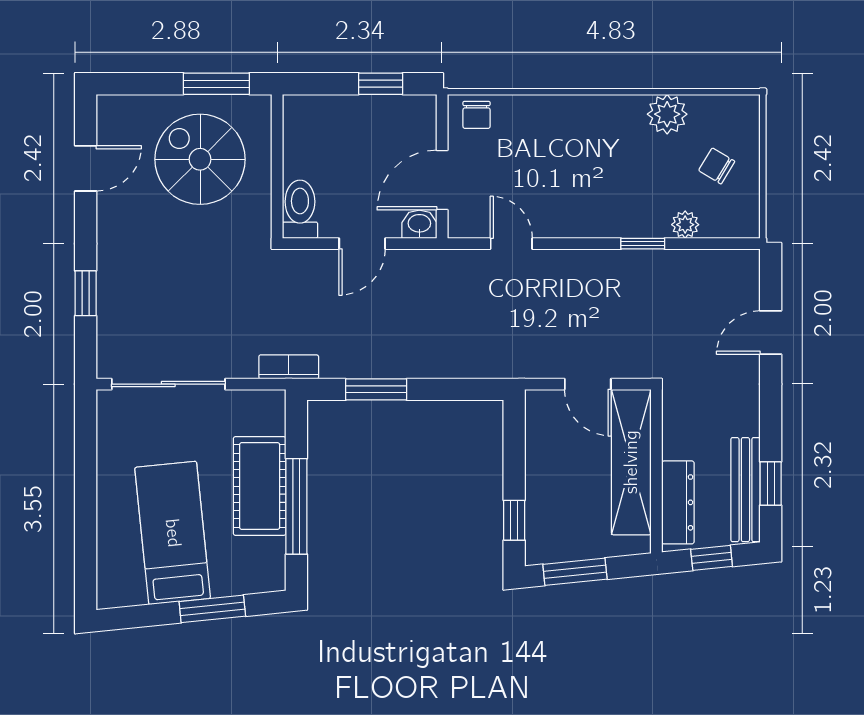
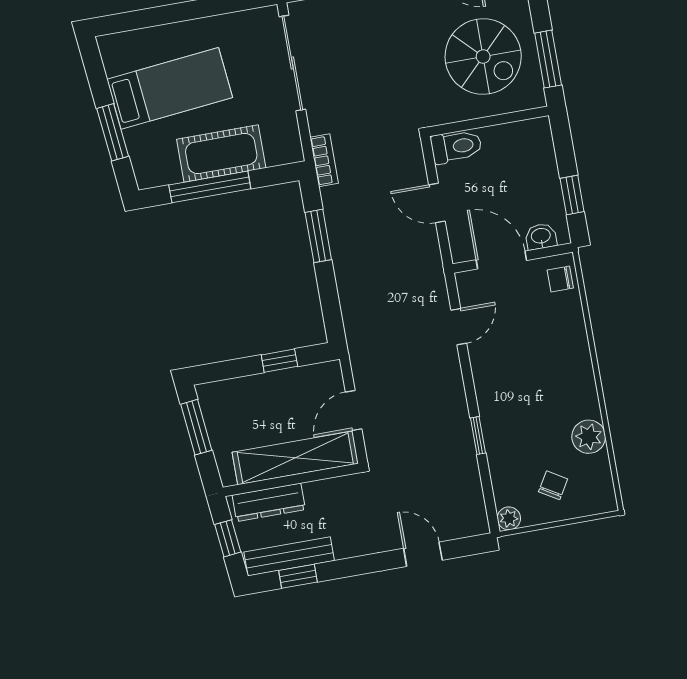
spiral stairs: (200, 159) -> (483, 57), turned 90
washbasin: (419, 224) -> (541, 236), moved, turned -90
plant: (685, 225) -> (509, 518), moved
window: (514, 520) -> (279, 361), moved

